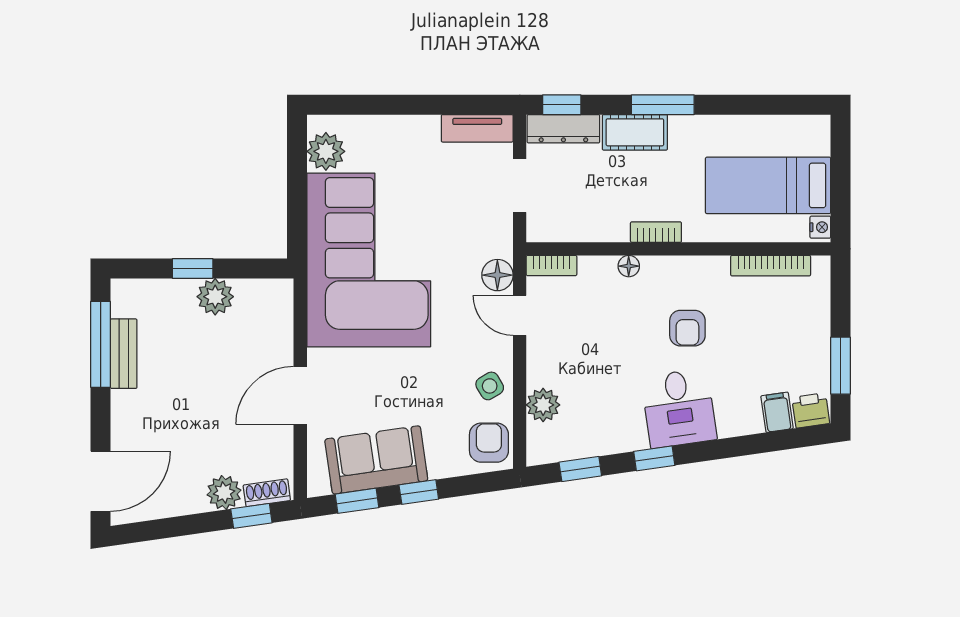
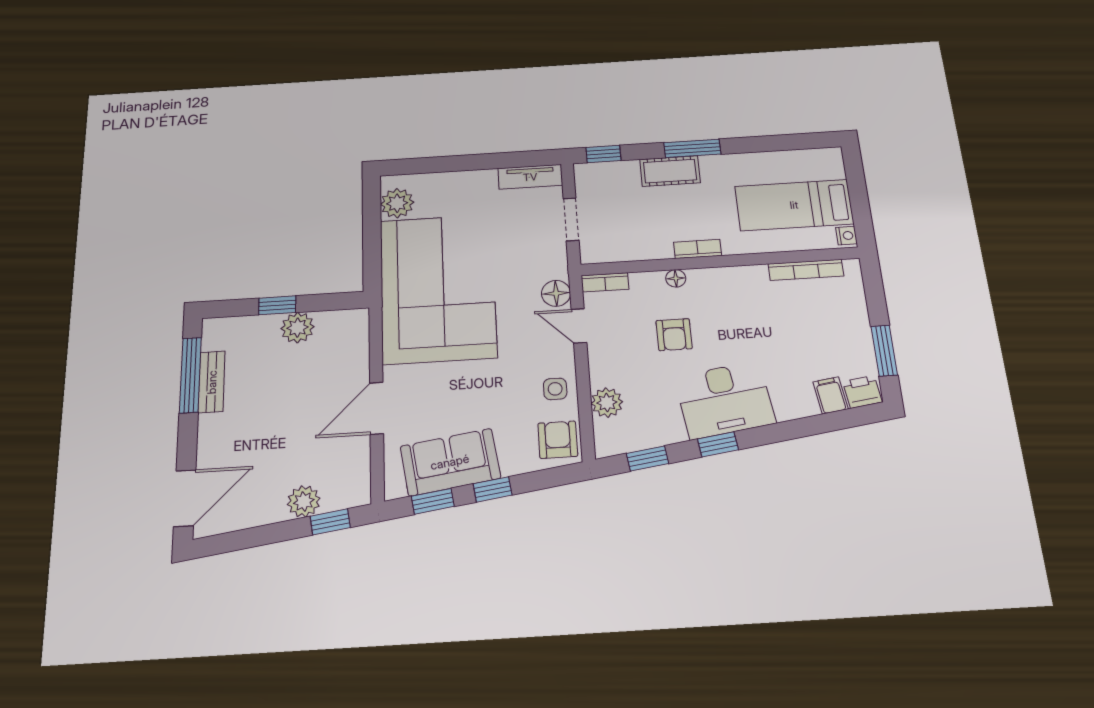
dresser: (563, 129) -> (606, 172), removed
armchair: (687, 328) -> (674, 335), moved
side table: (490, 386) -> (555, 389), turned 31
desk: (679, 408) -> (725, 400), width x1.37
shoe rack: (267, 493) -> (345, 499), removed

